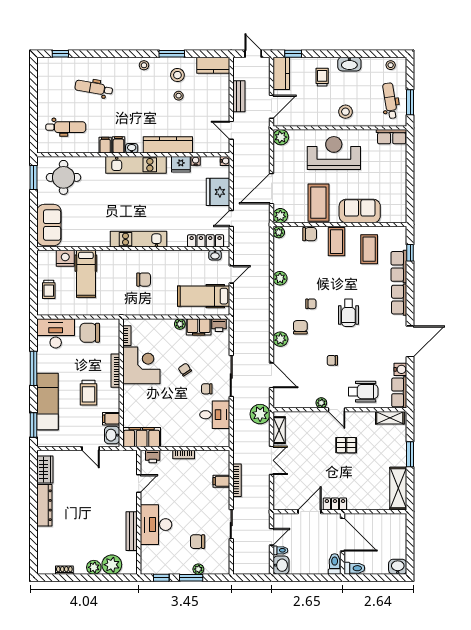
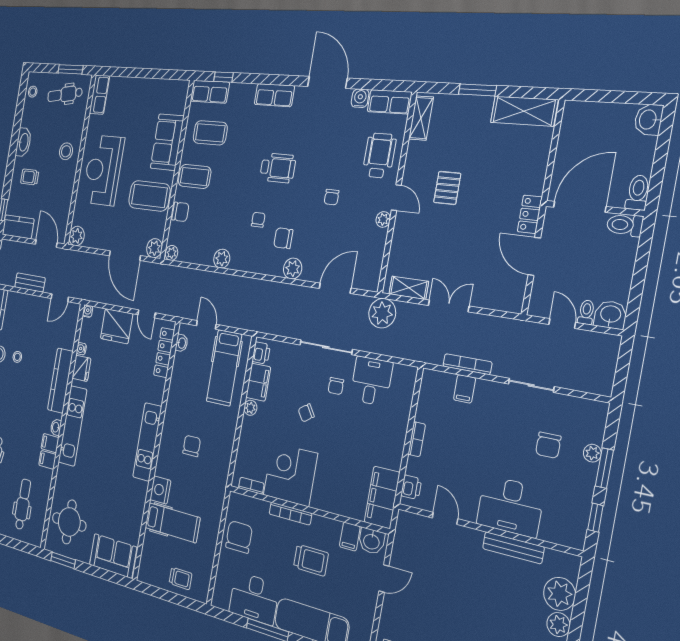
chair: (310, 234) -> (180, 212), turned 90
nightstand: (65, 258) -> (160, 490), moved
row of seats: (399, 266) -> (210, 92), moved
desk: (56, 333) -> (254, 598), moved, turned -90
chair: (90, 333) -> (239, 537), turned 180
door: (337, 410) -> (396, 198), hinge flipped

